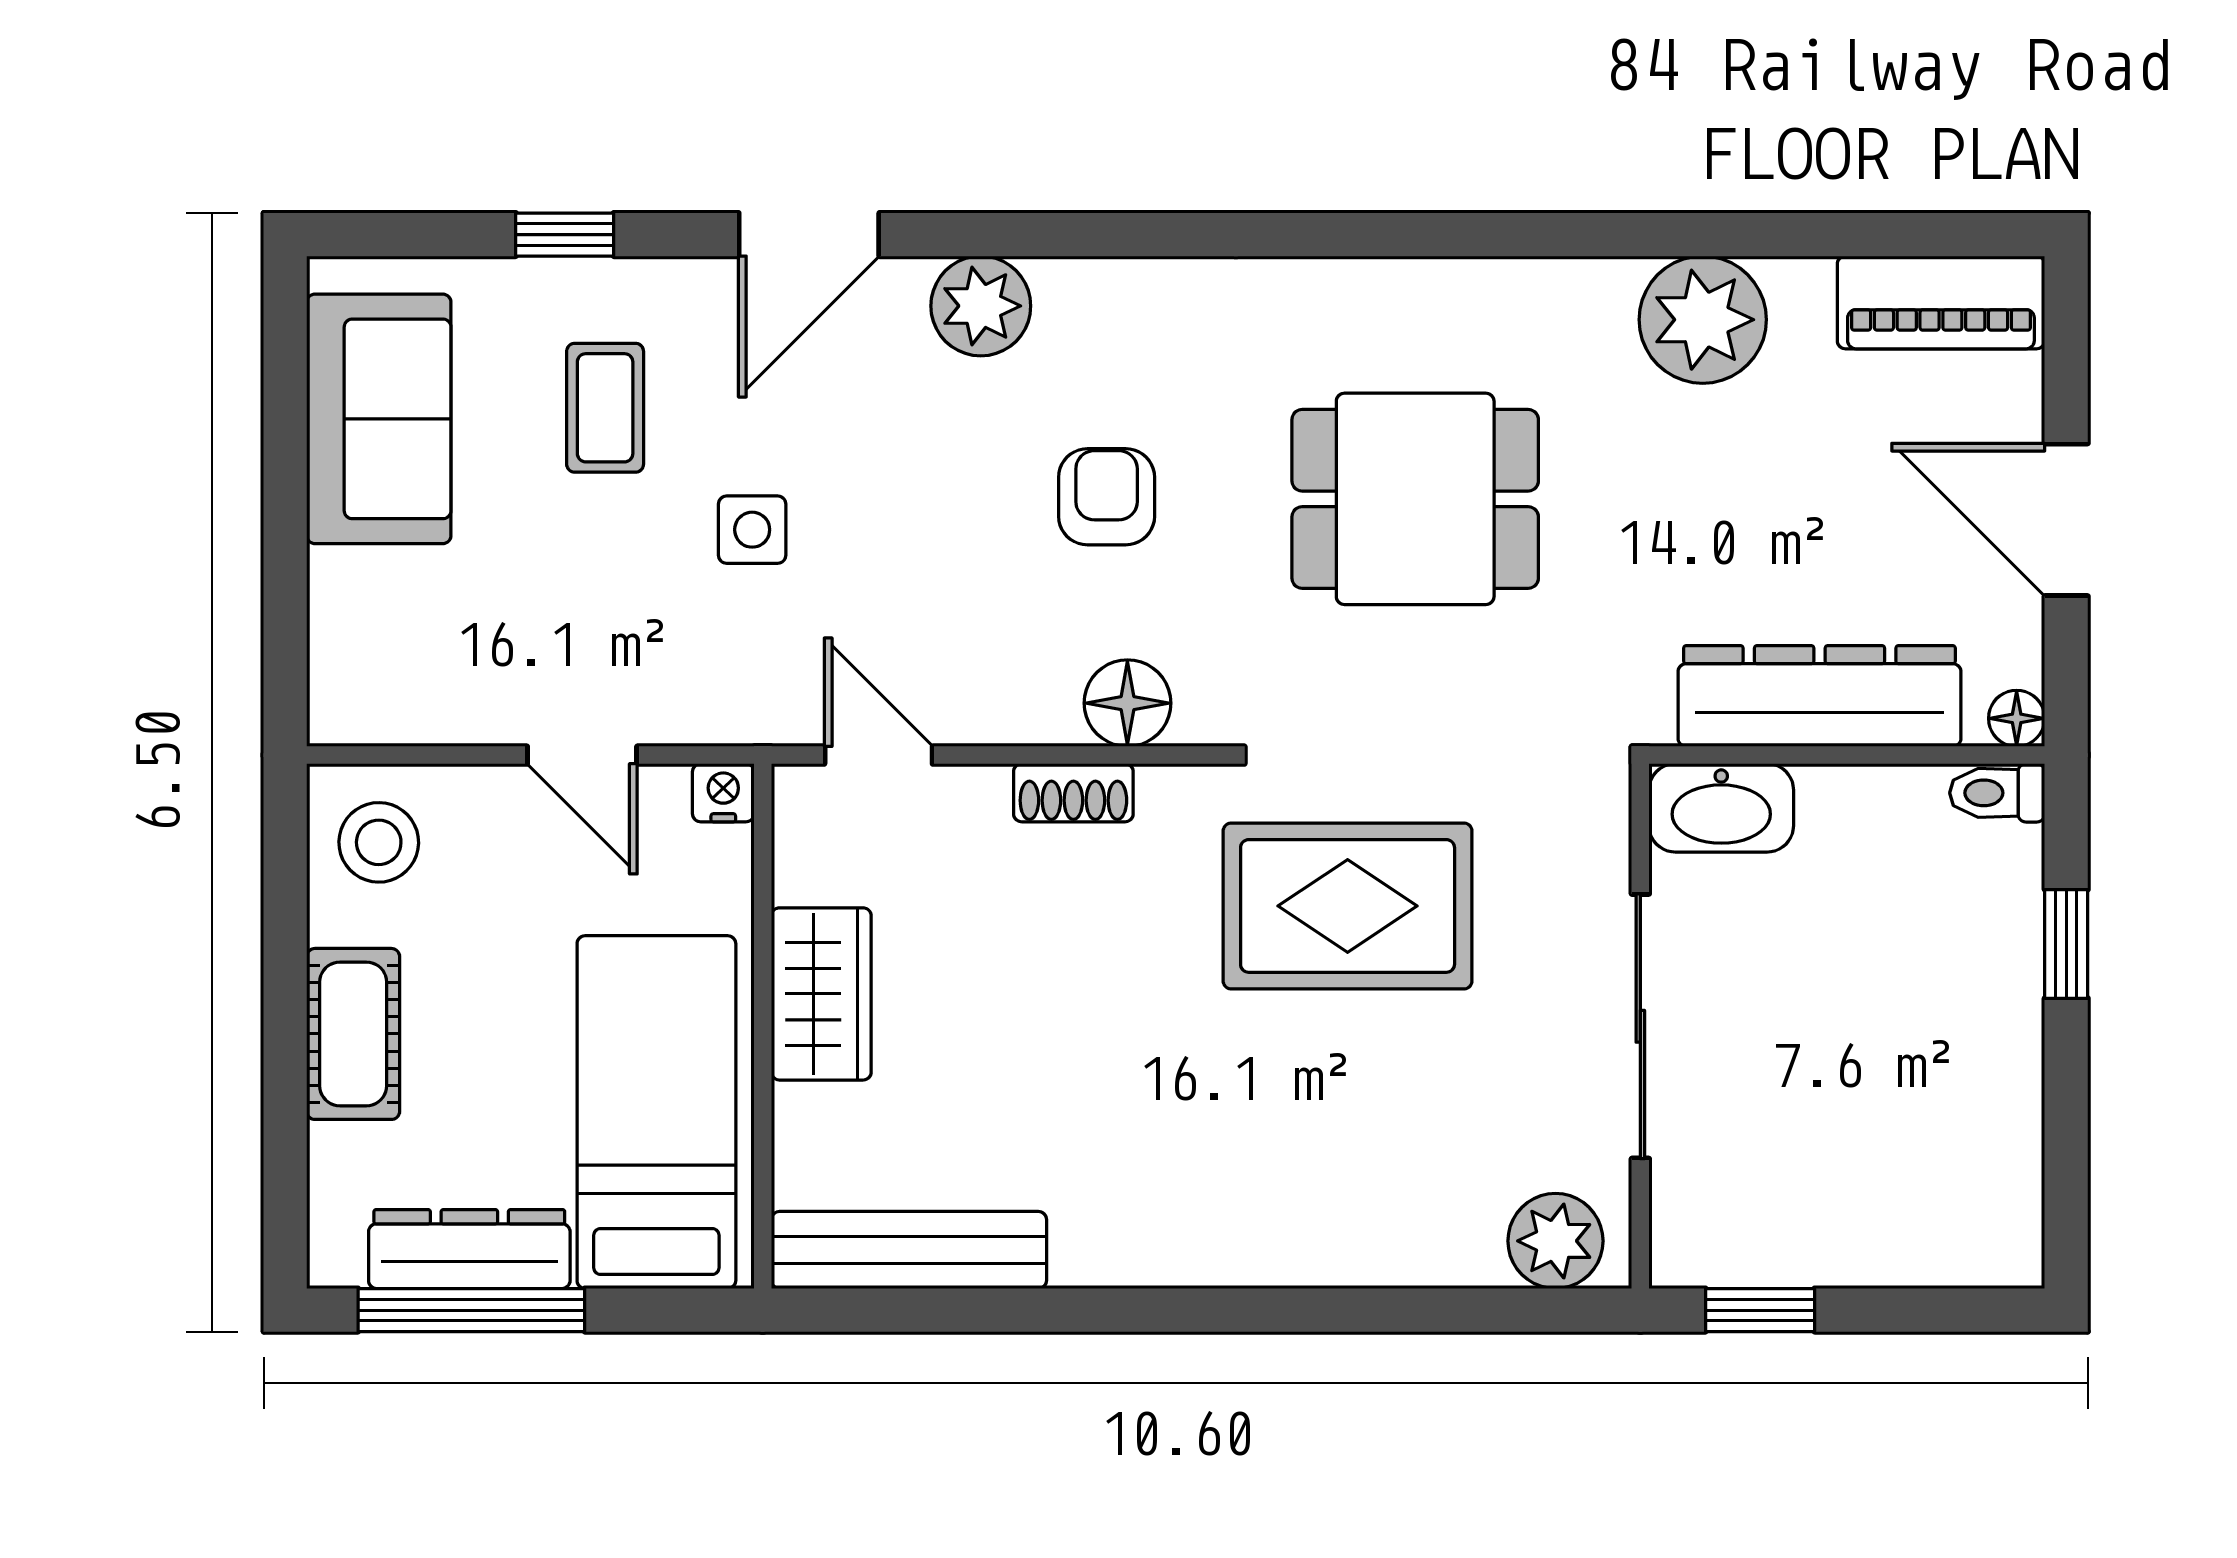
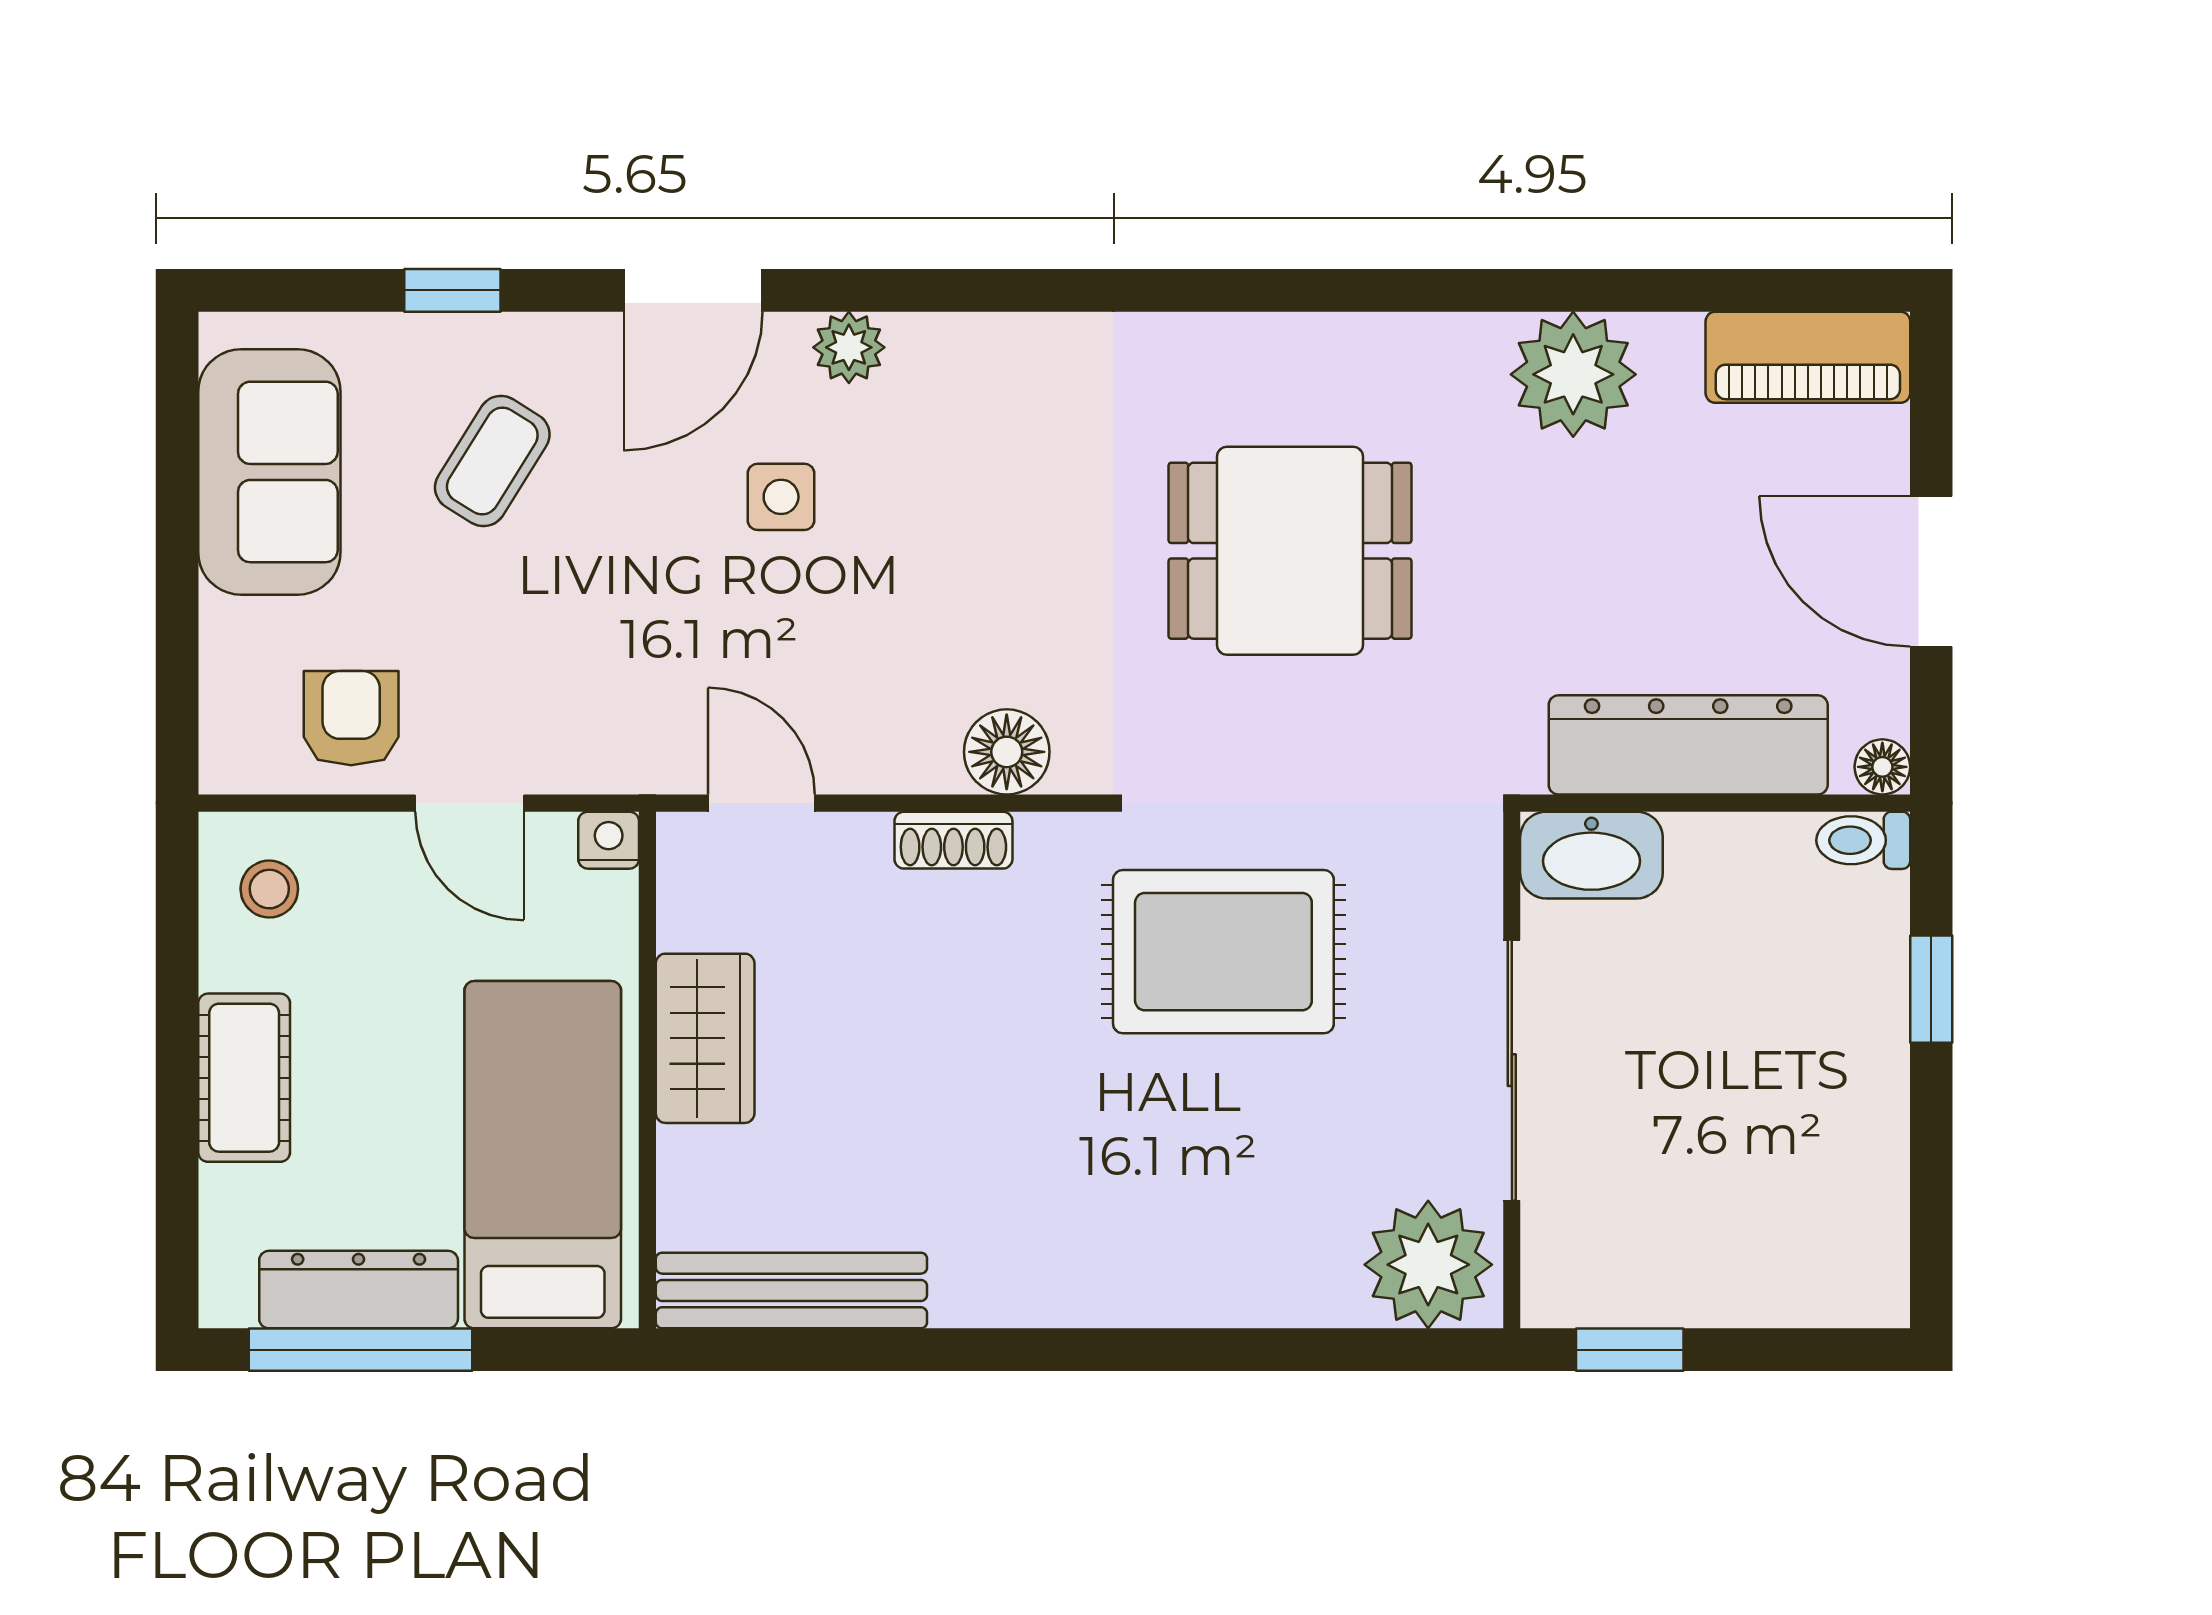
plant: (981, 306) -> (849, 347), width x0.73, depth x0.73
coffee table: (605, 408) -> (492, 461), turned 32
armchair: (1107, 497) -> (351, 718), moved
side table: (752, 530) -> (781, 497), moved
stool: (379, 842) -> (269, 889), width x0.73, depth x0.73
plant: (1555, 1241) -> (1428, 1265), width x1.36, depth x1.36

